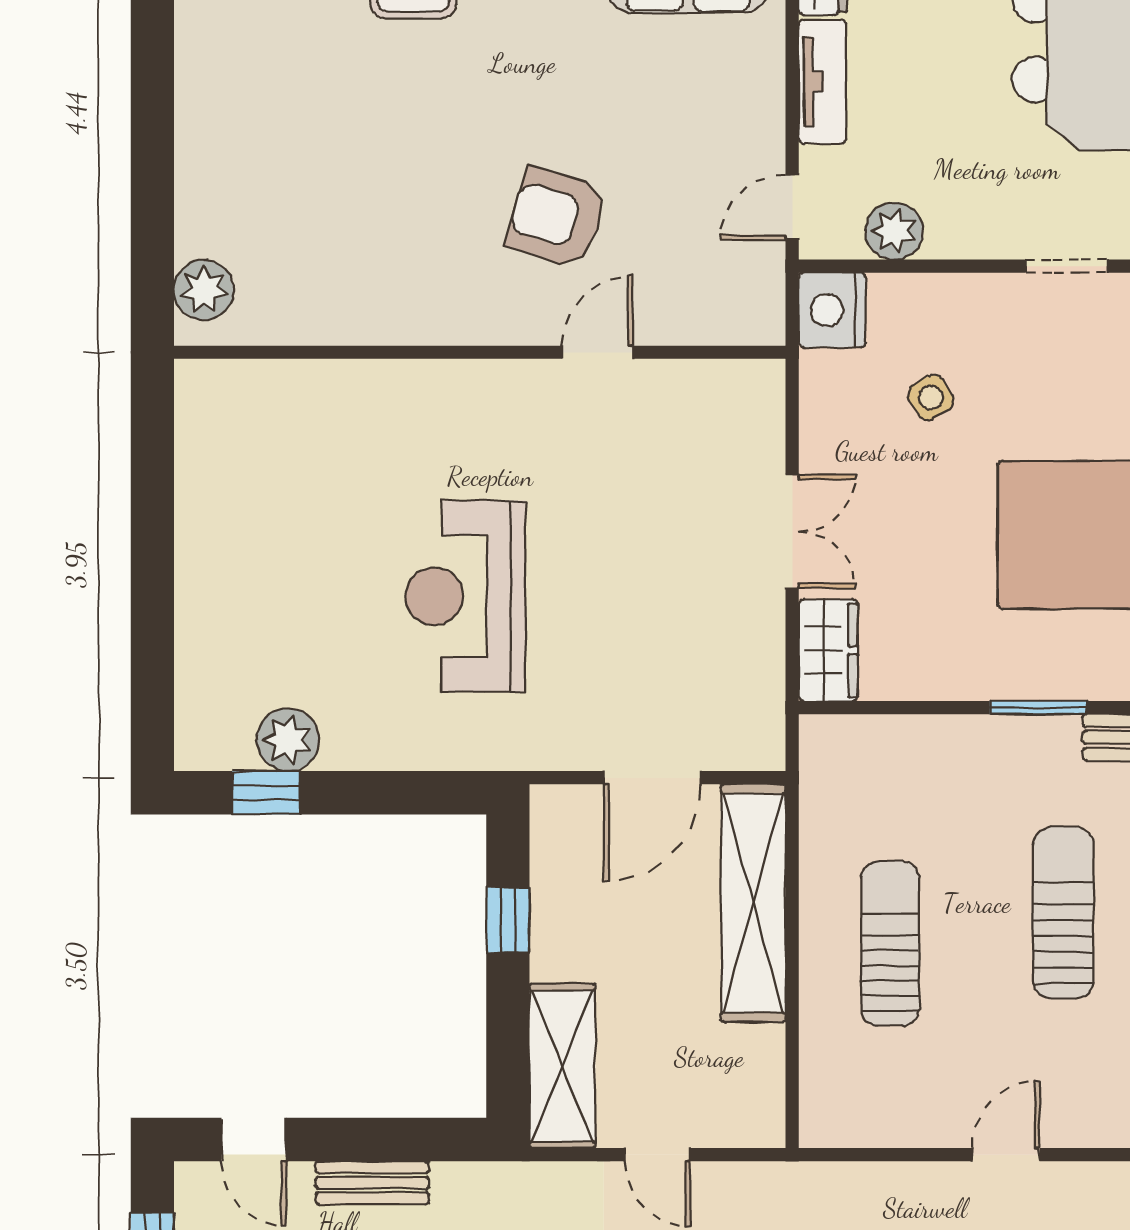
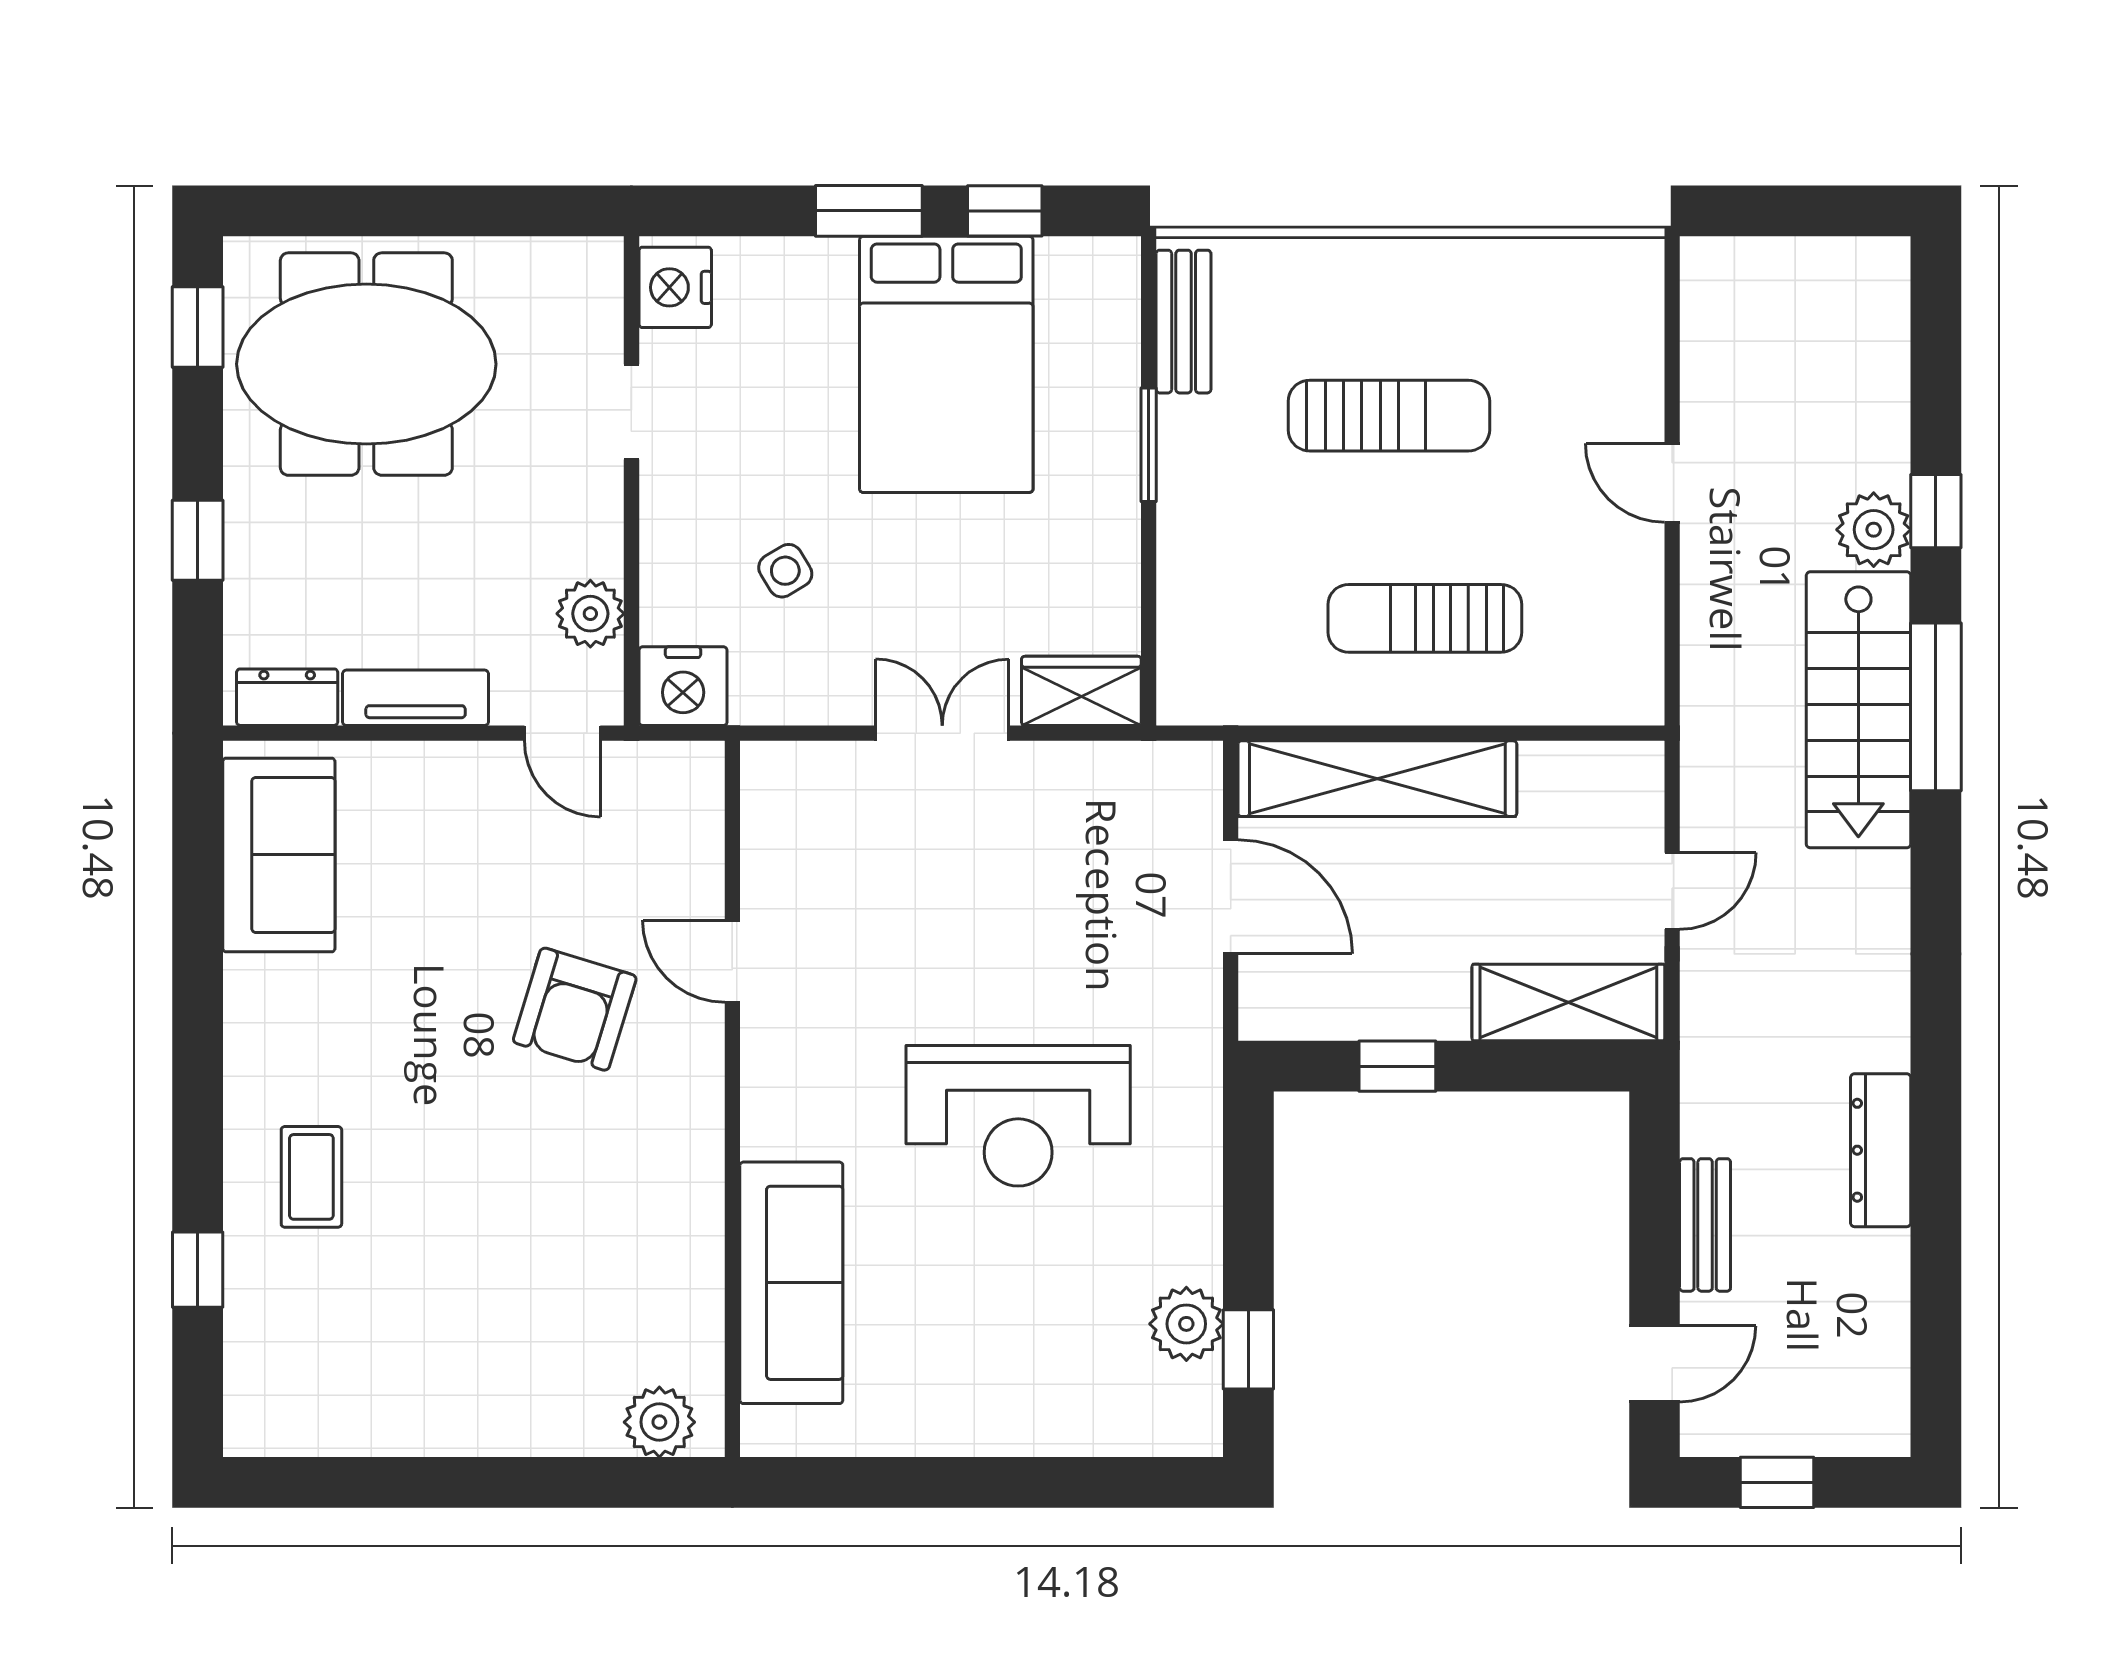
sofa: (323, 403) -> (791, 1283), added
sun lounger: (1063, 913) -> (1389, 416), turned 180

